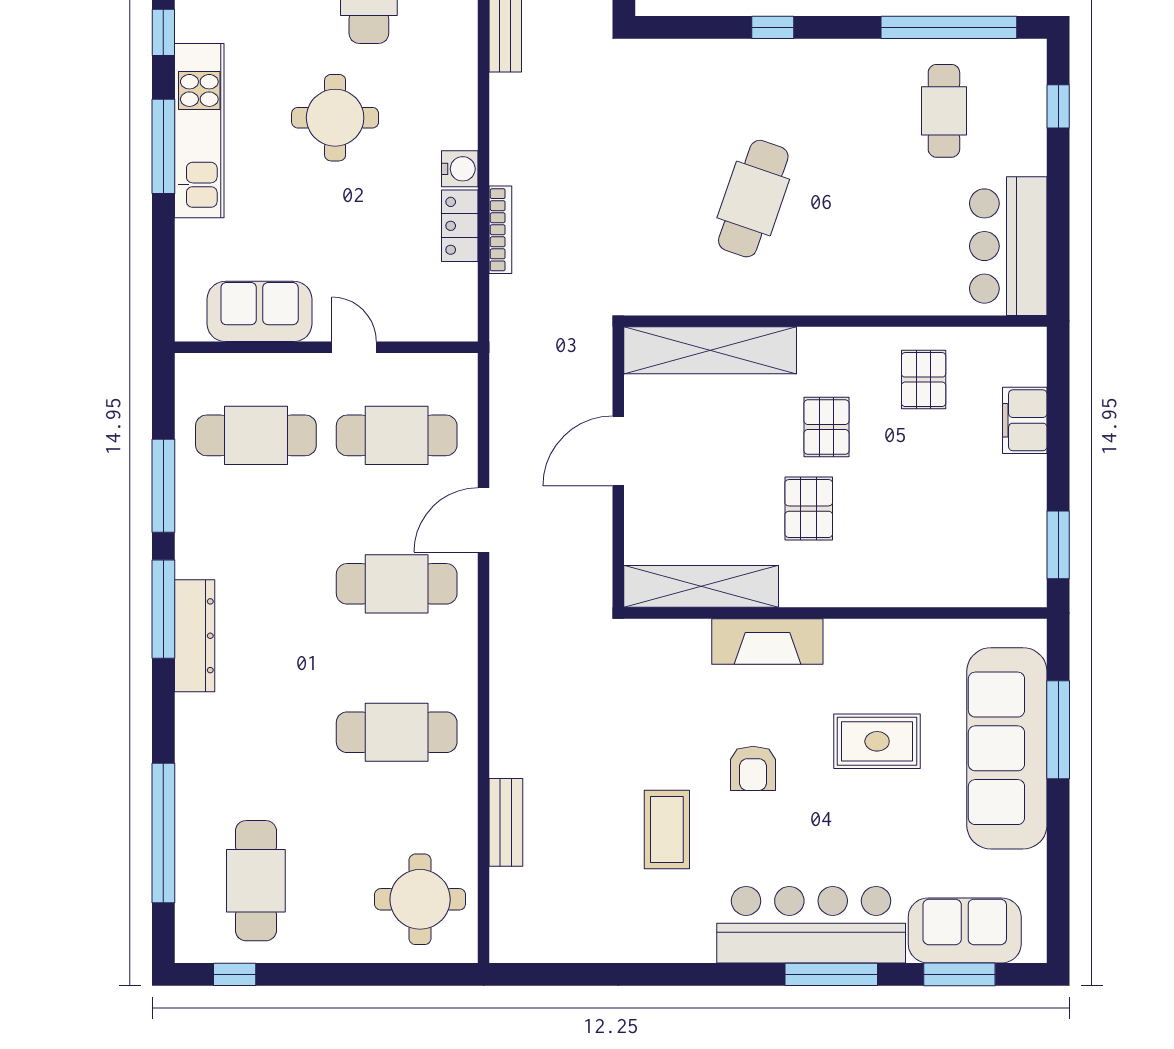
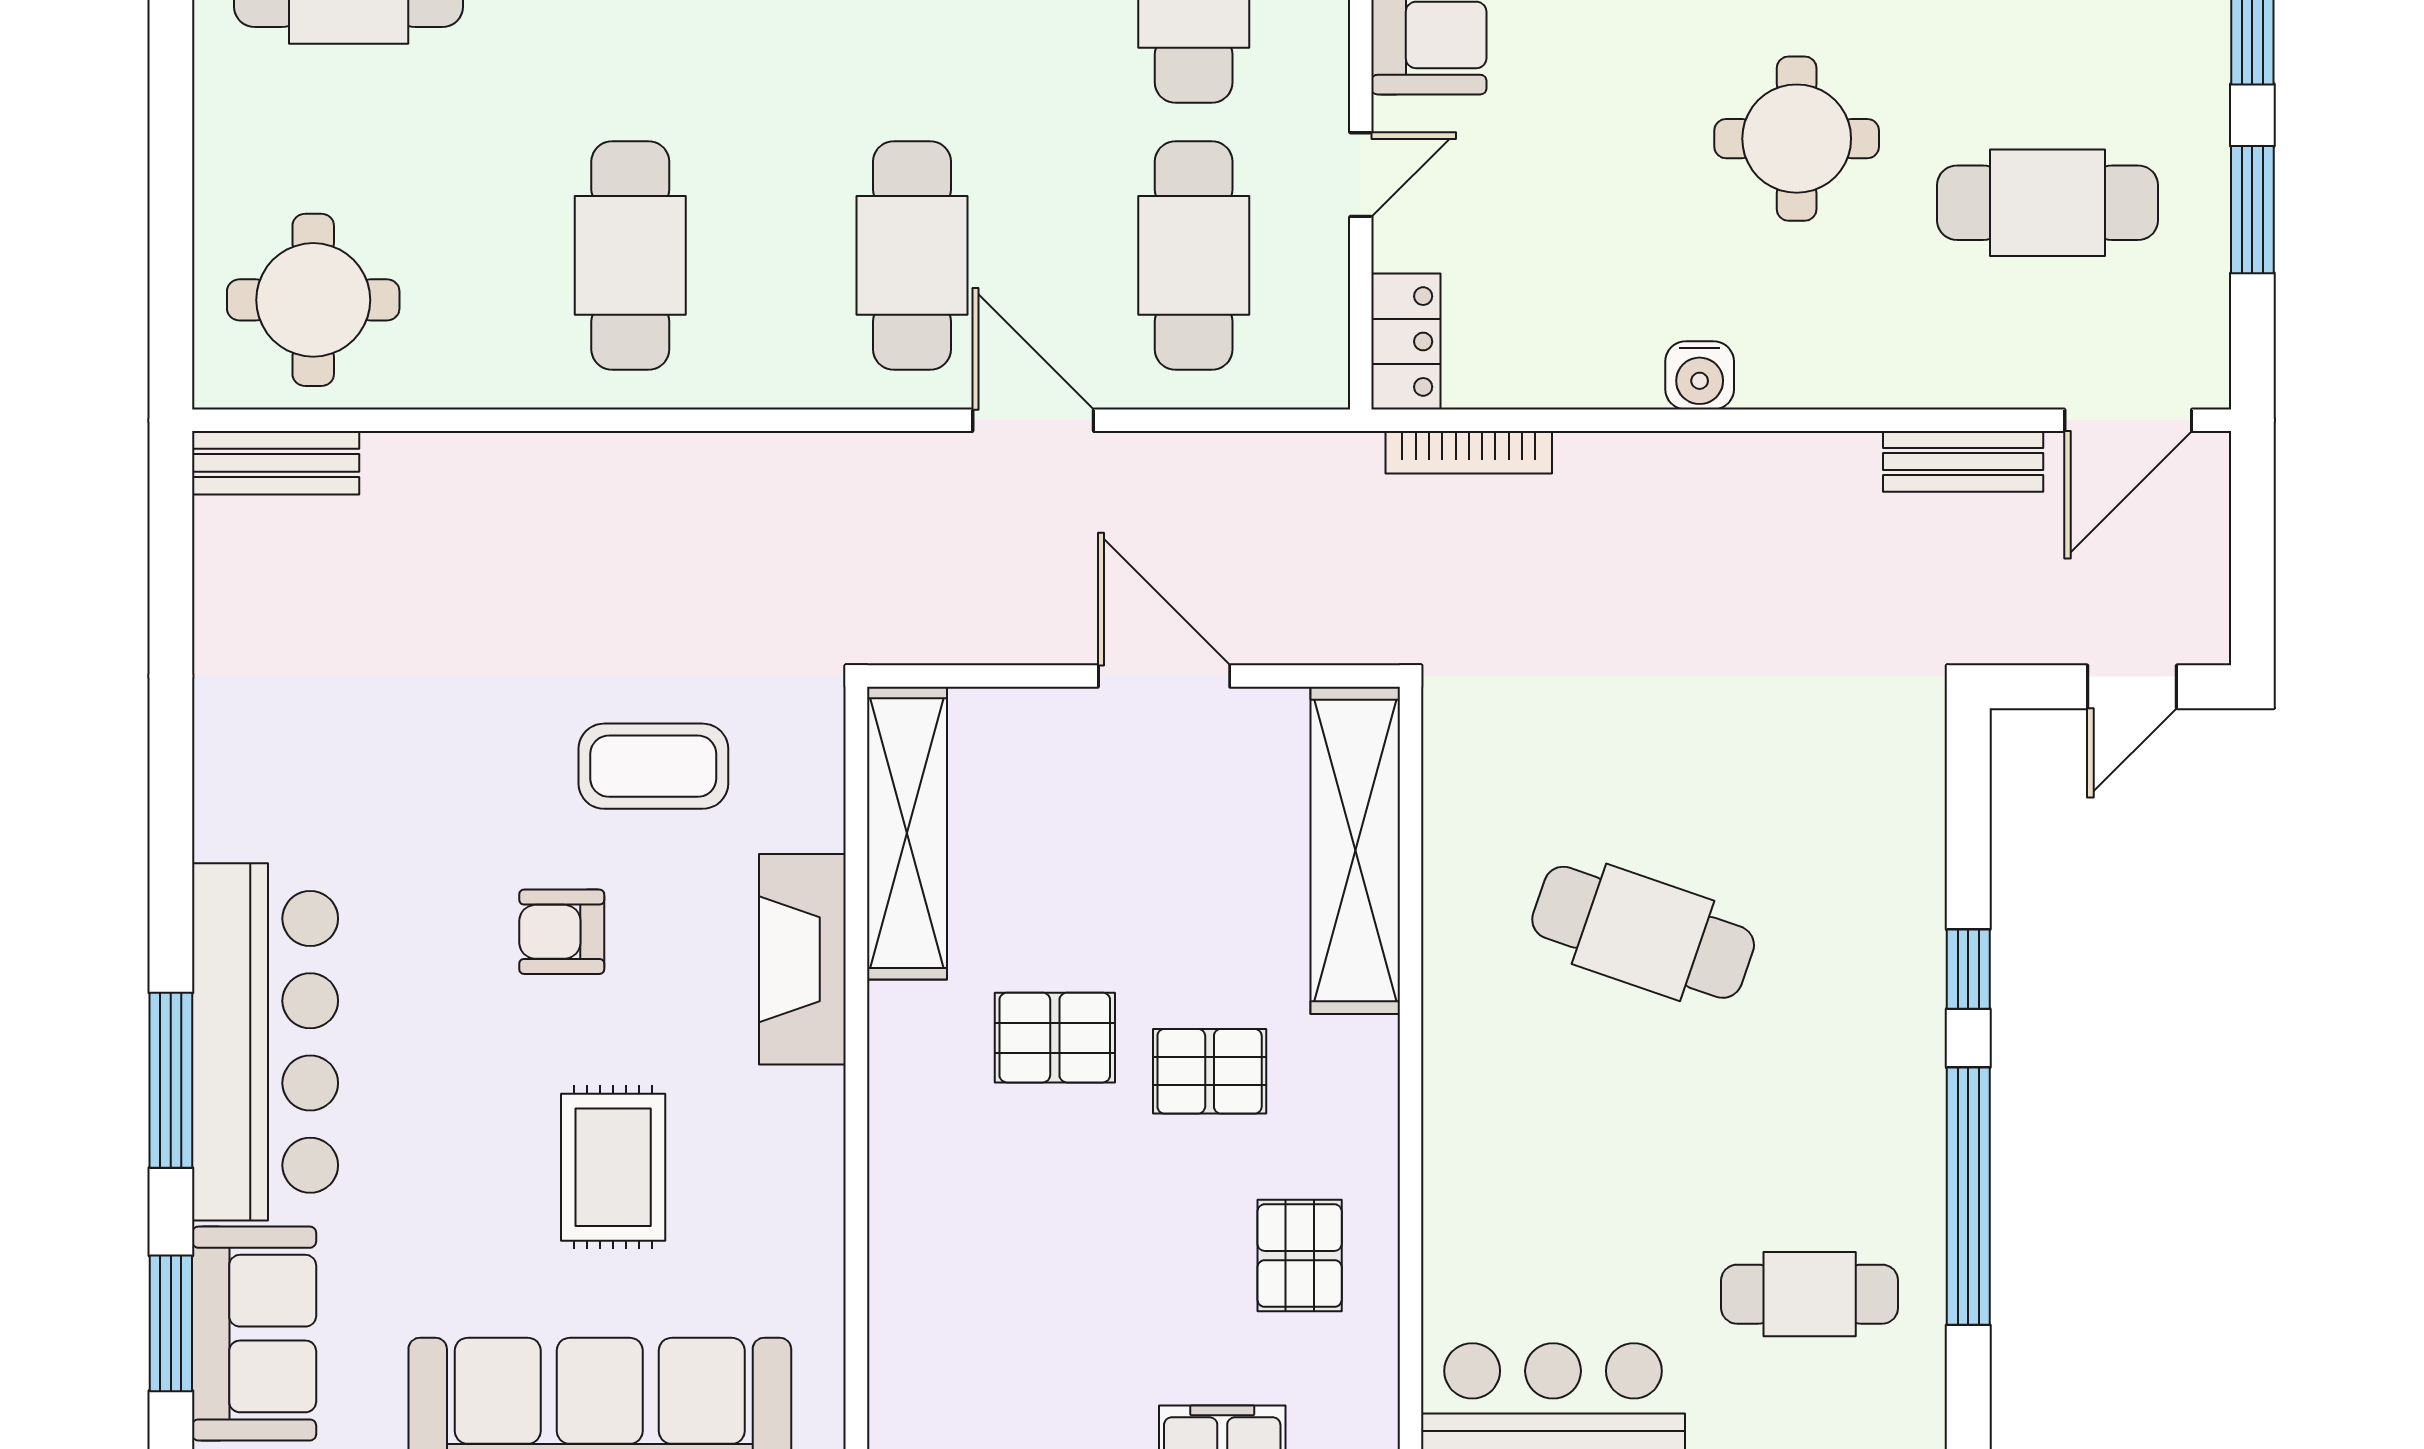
window: (949, 27) -> (1968, 1196), moved
locker: (460, 226) -> (1406, 342), moved, turned 90
bookcase: (500, 230) -> (1469, 452), moved
pallet: (924, 380) -> (1300, 1256), turned 90
bench: (506, 822) -> (276, 463), moved
coffee table: (667, 830) -> (653, 766), moved

